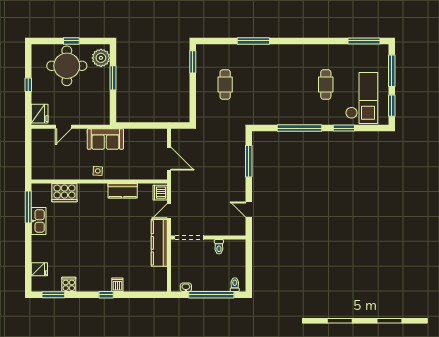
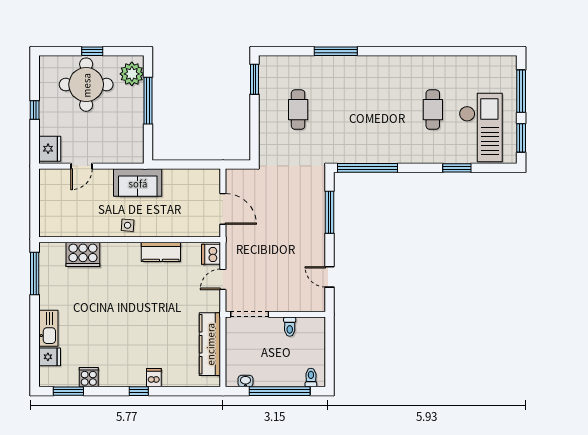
window: (364, 41) -> (484, 51), removed
window: (113, 78) -> (148, 101), width x1.44
window: (300, 128) -> (367, 168), moved
kitchen sink: (39, 221) -> (48, 328), moved
kitchen counter: (159, 243) -> (210, 344), moved

